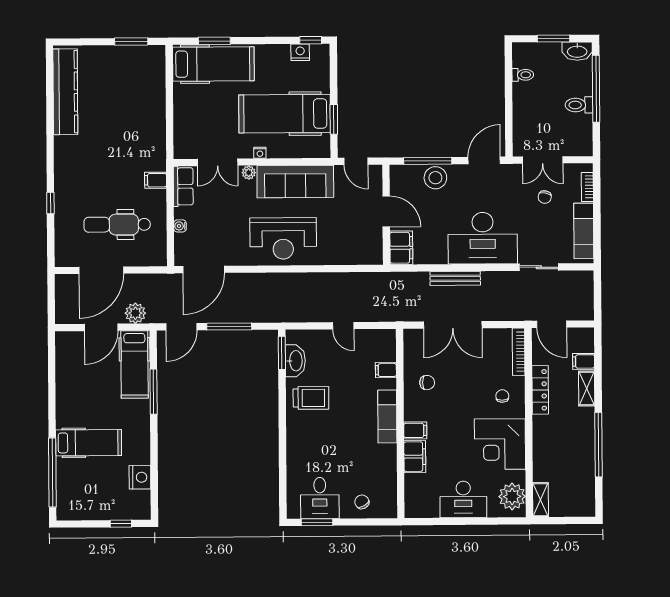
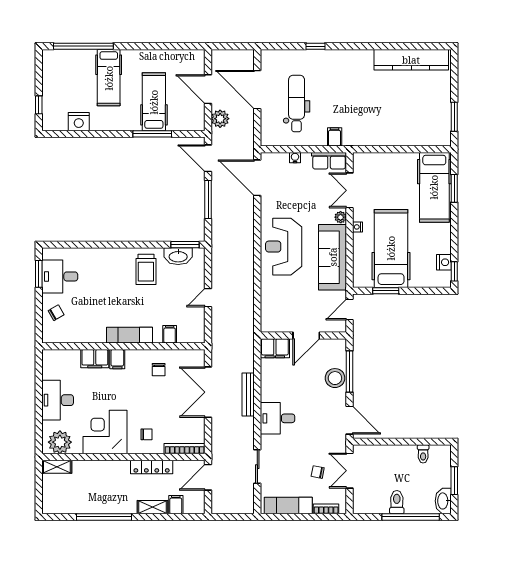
desk: (483, 238) -> (277, 418), width x0.53, depth x0.77
hospital bed: (135, 364) -> (154, 102), moved, turned 90

